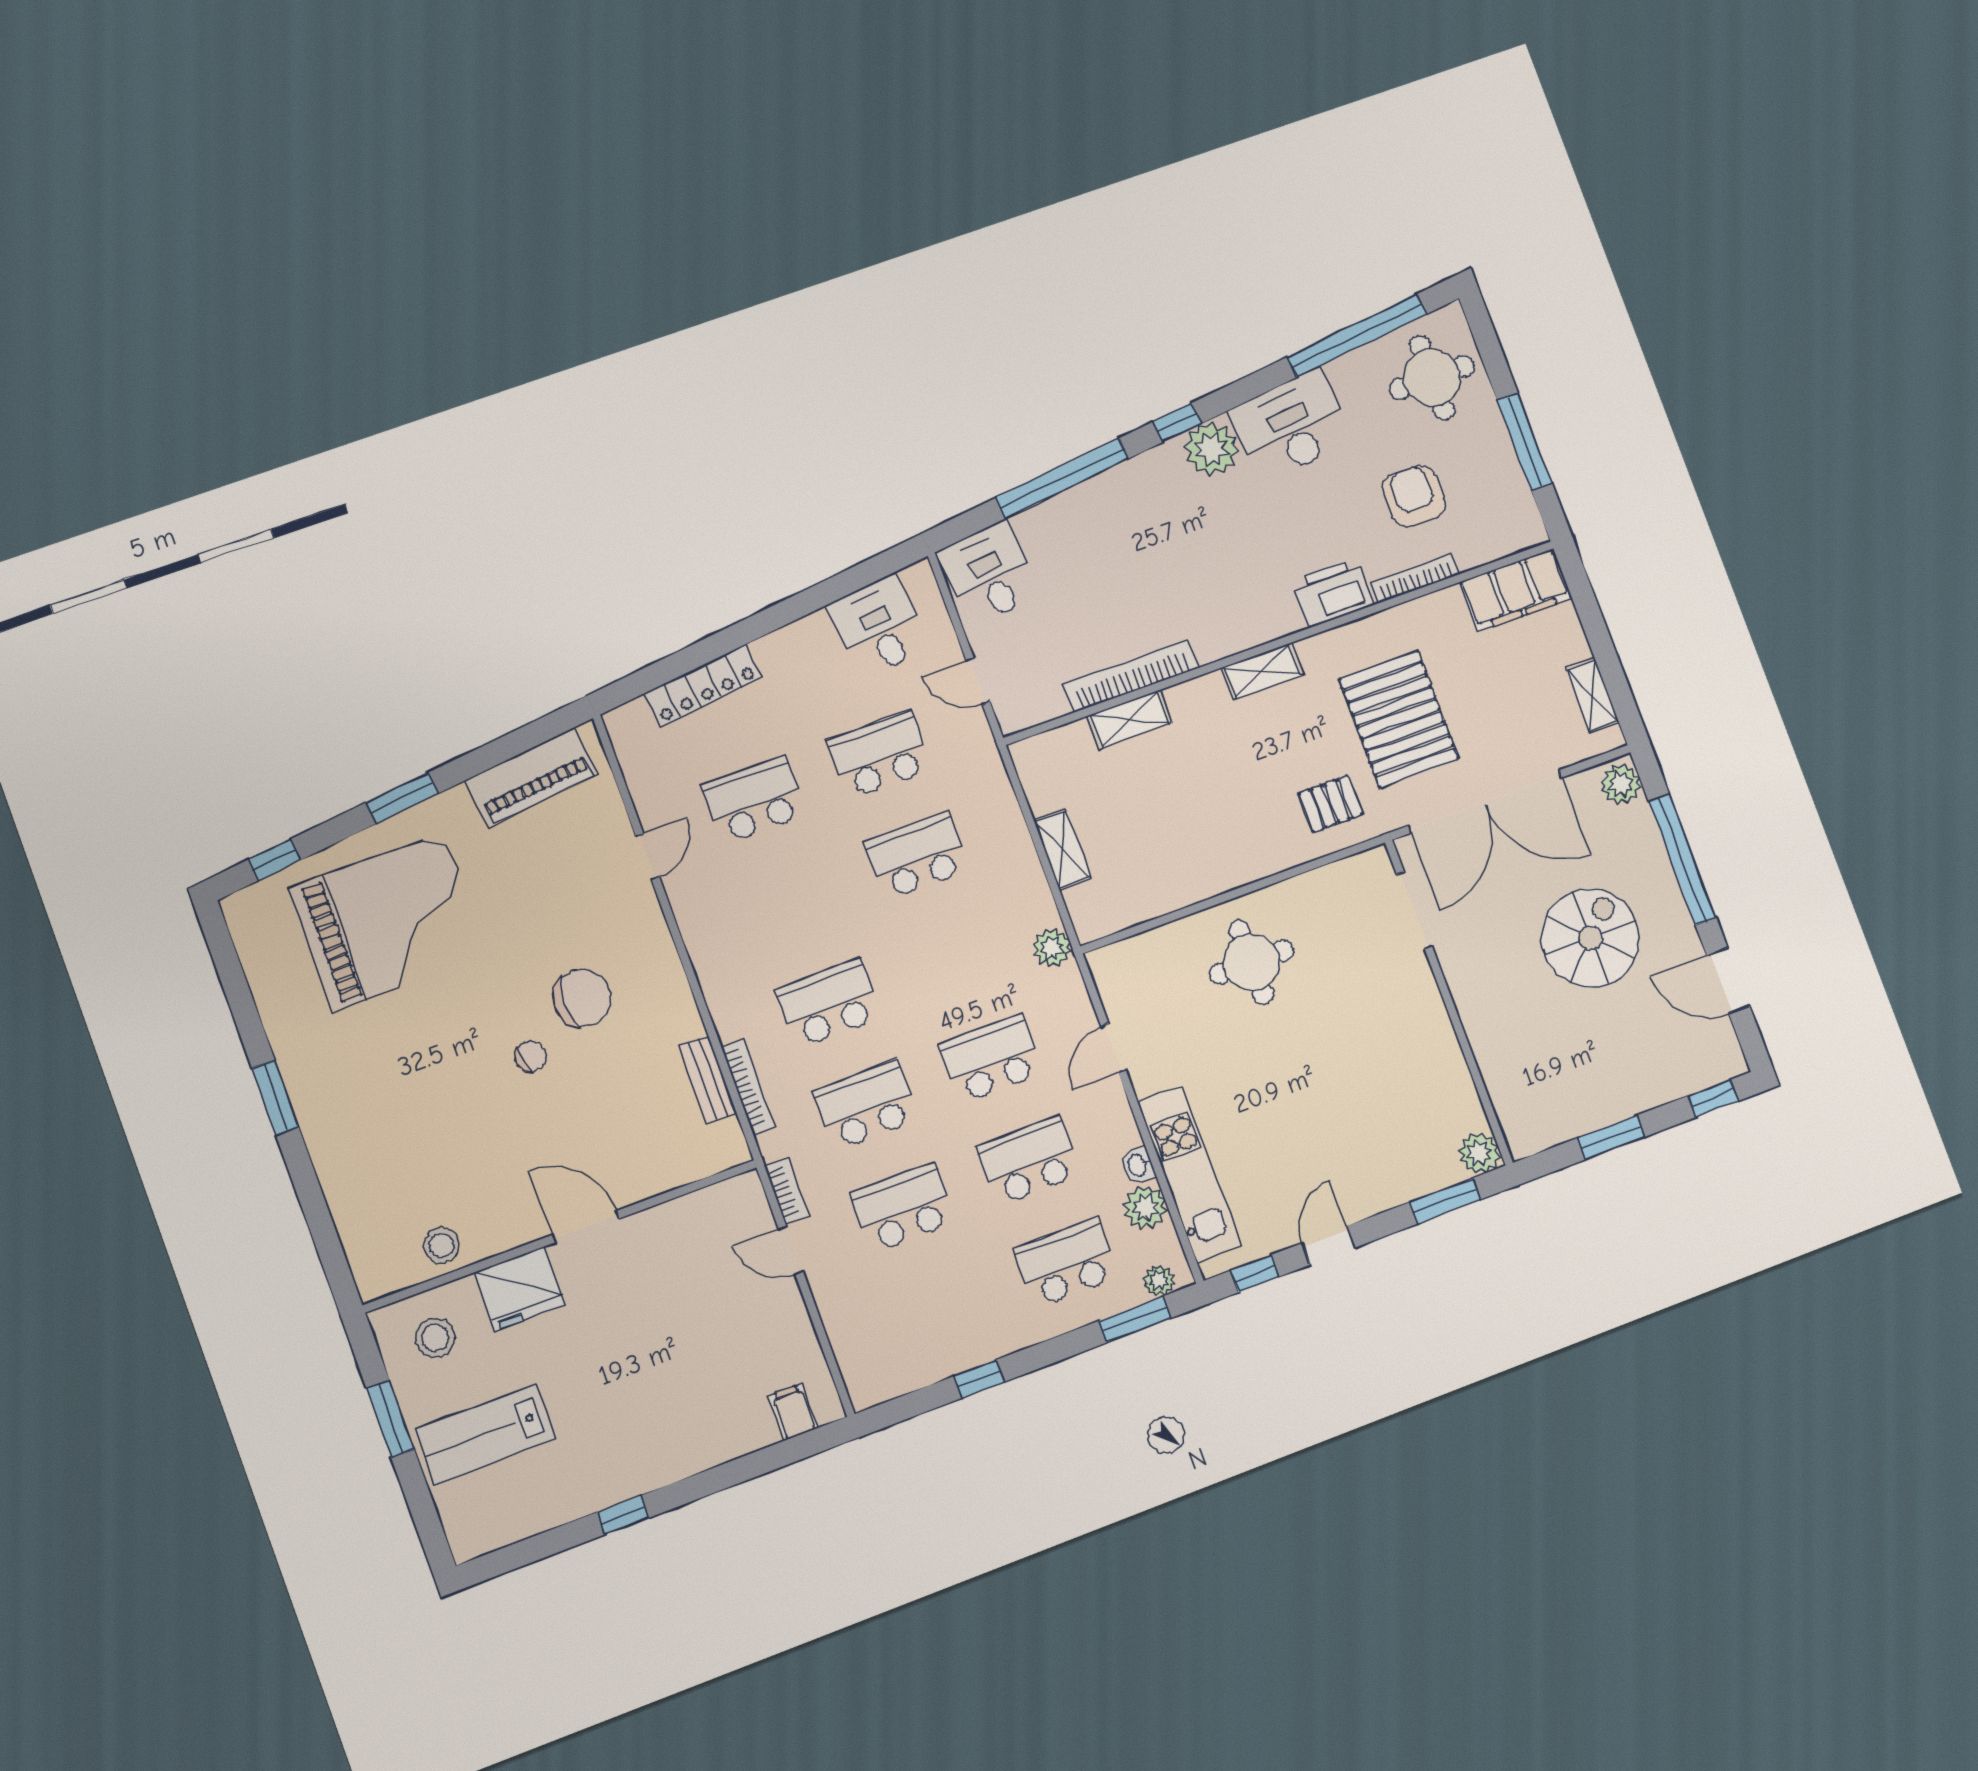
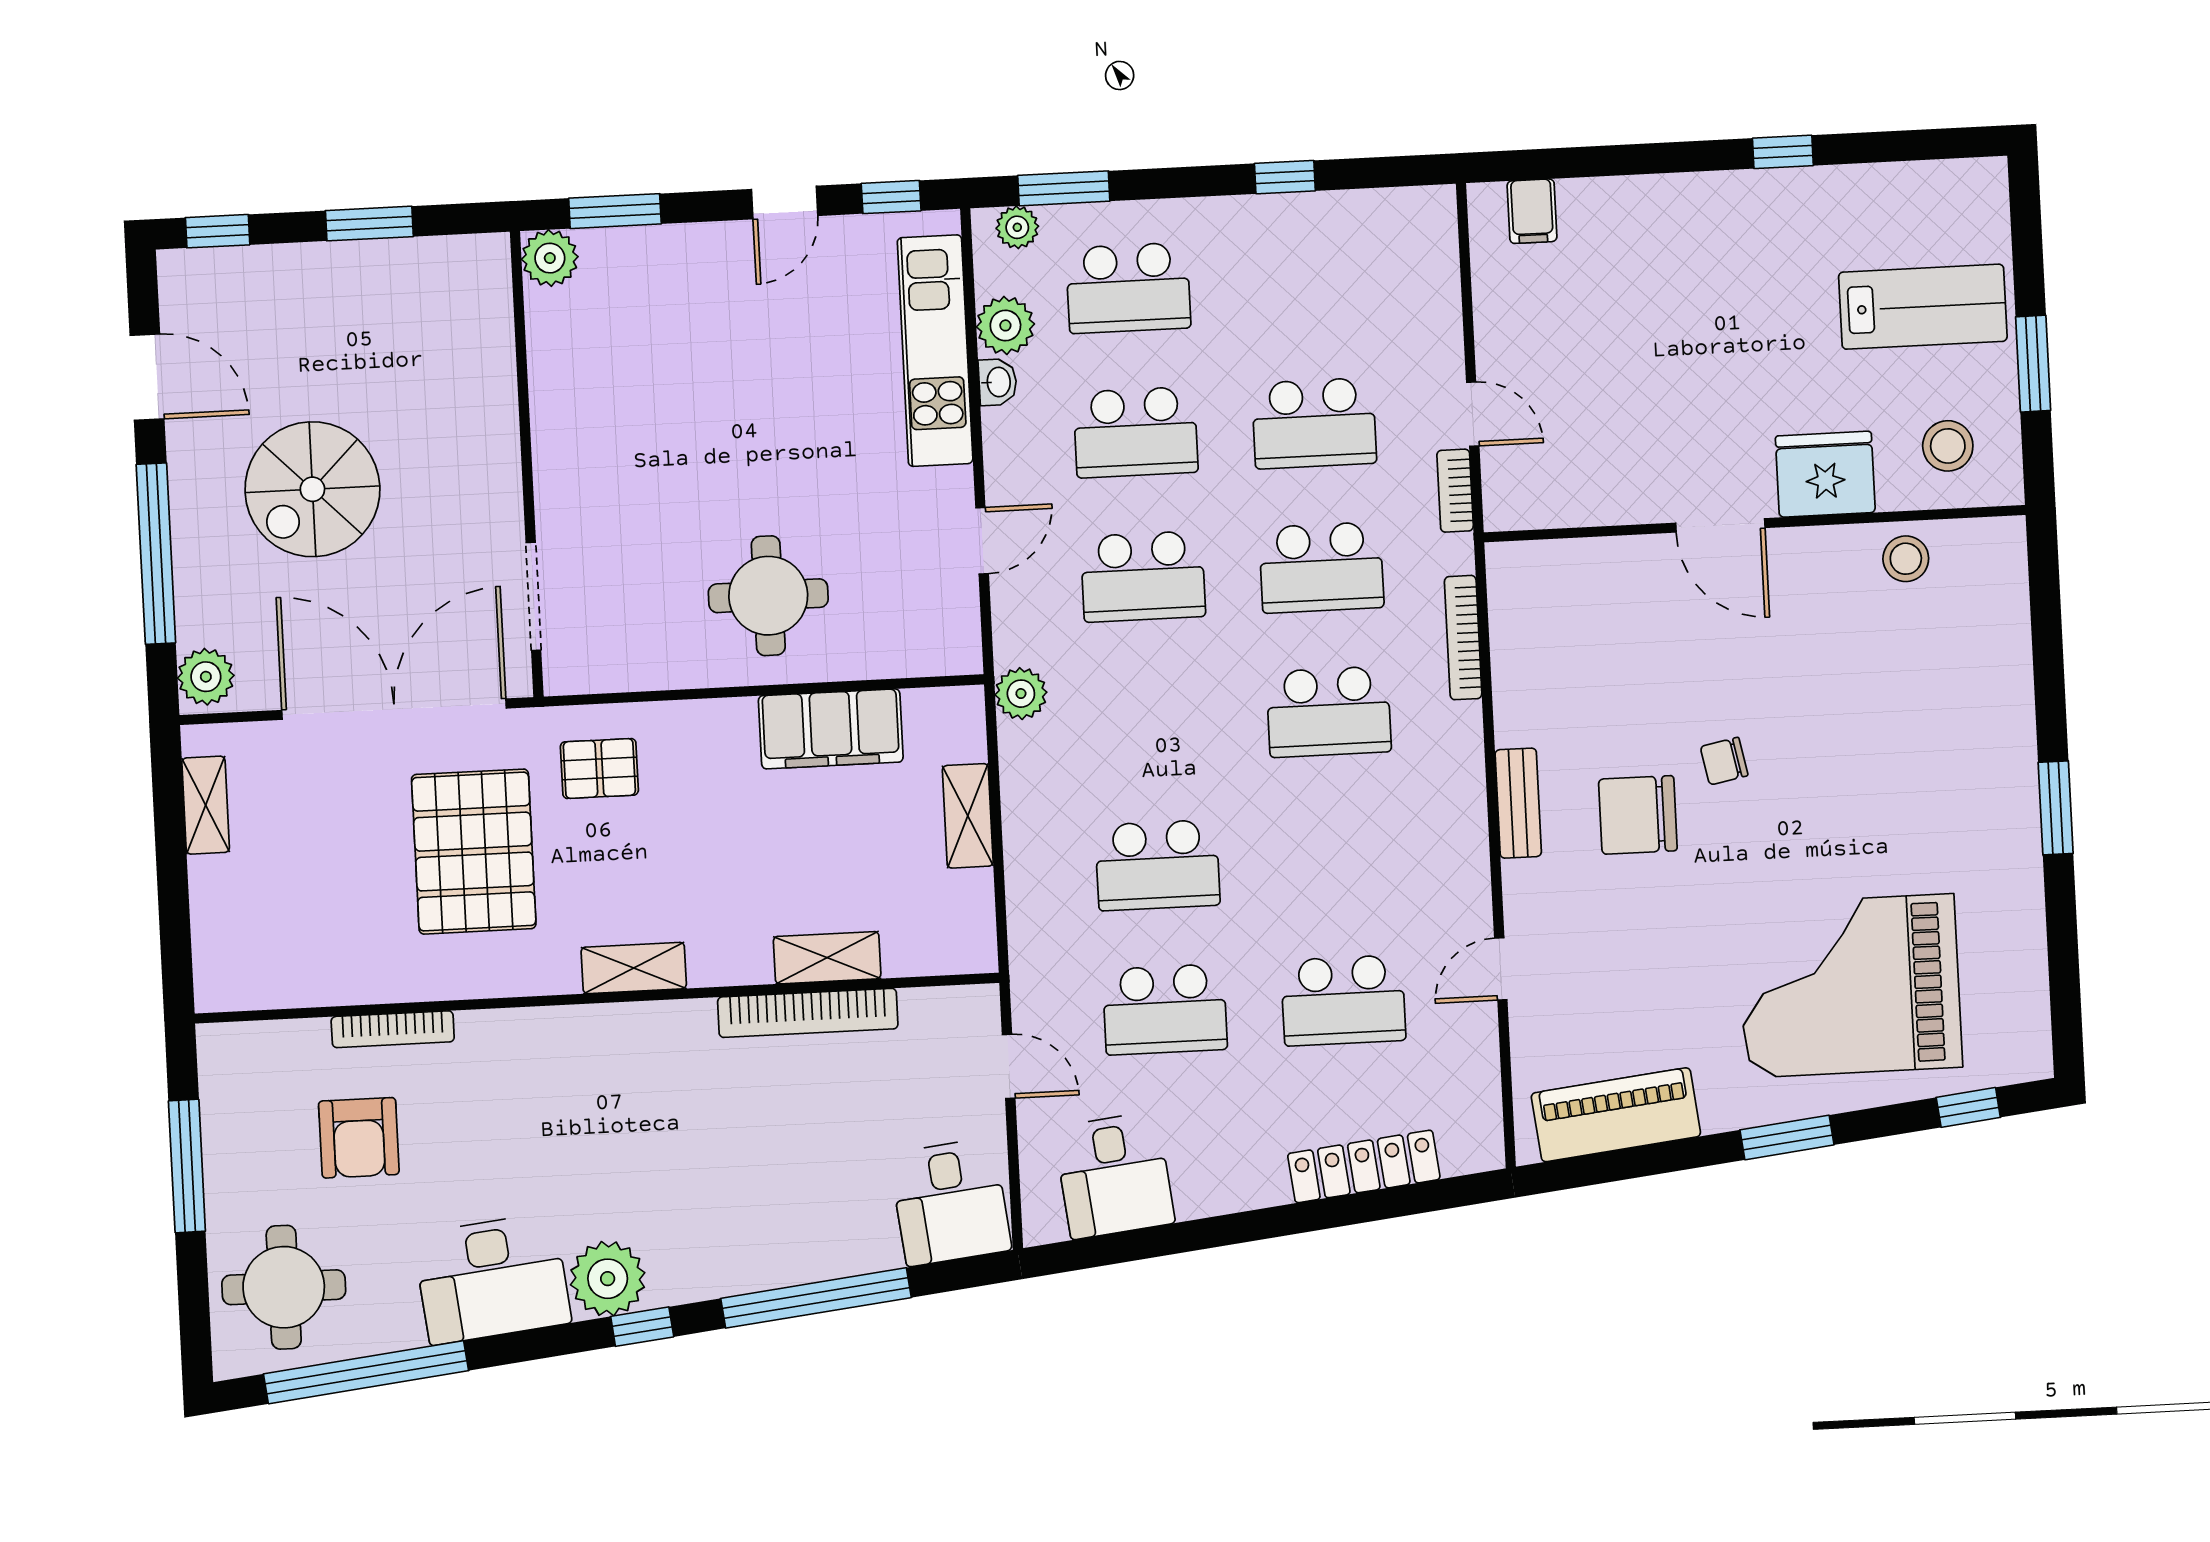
filing cabinet: (1516, 590) -> (831, 729), moved, turned 180
printer: (1333, 592) -> (507, 1043), removed
bench: (708, 1079) -> (1518, 803), moved

